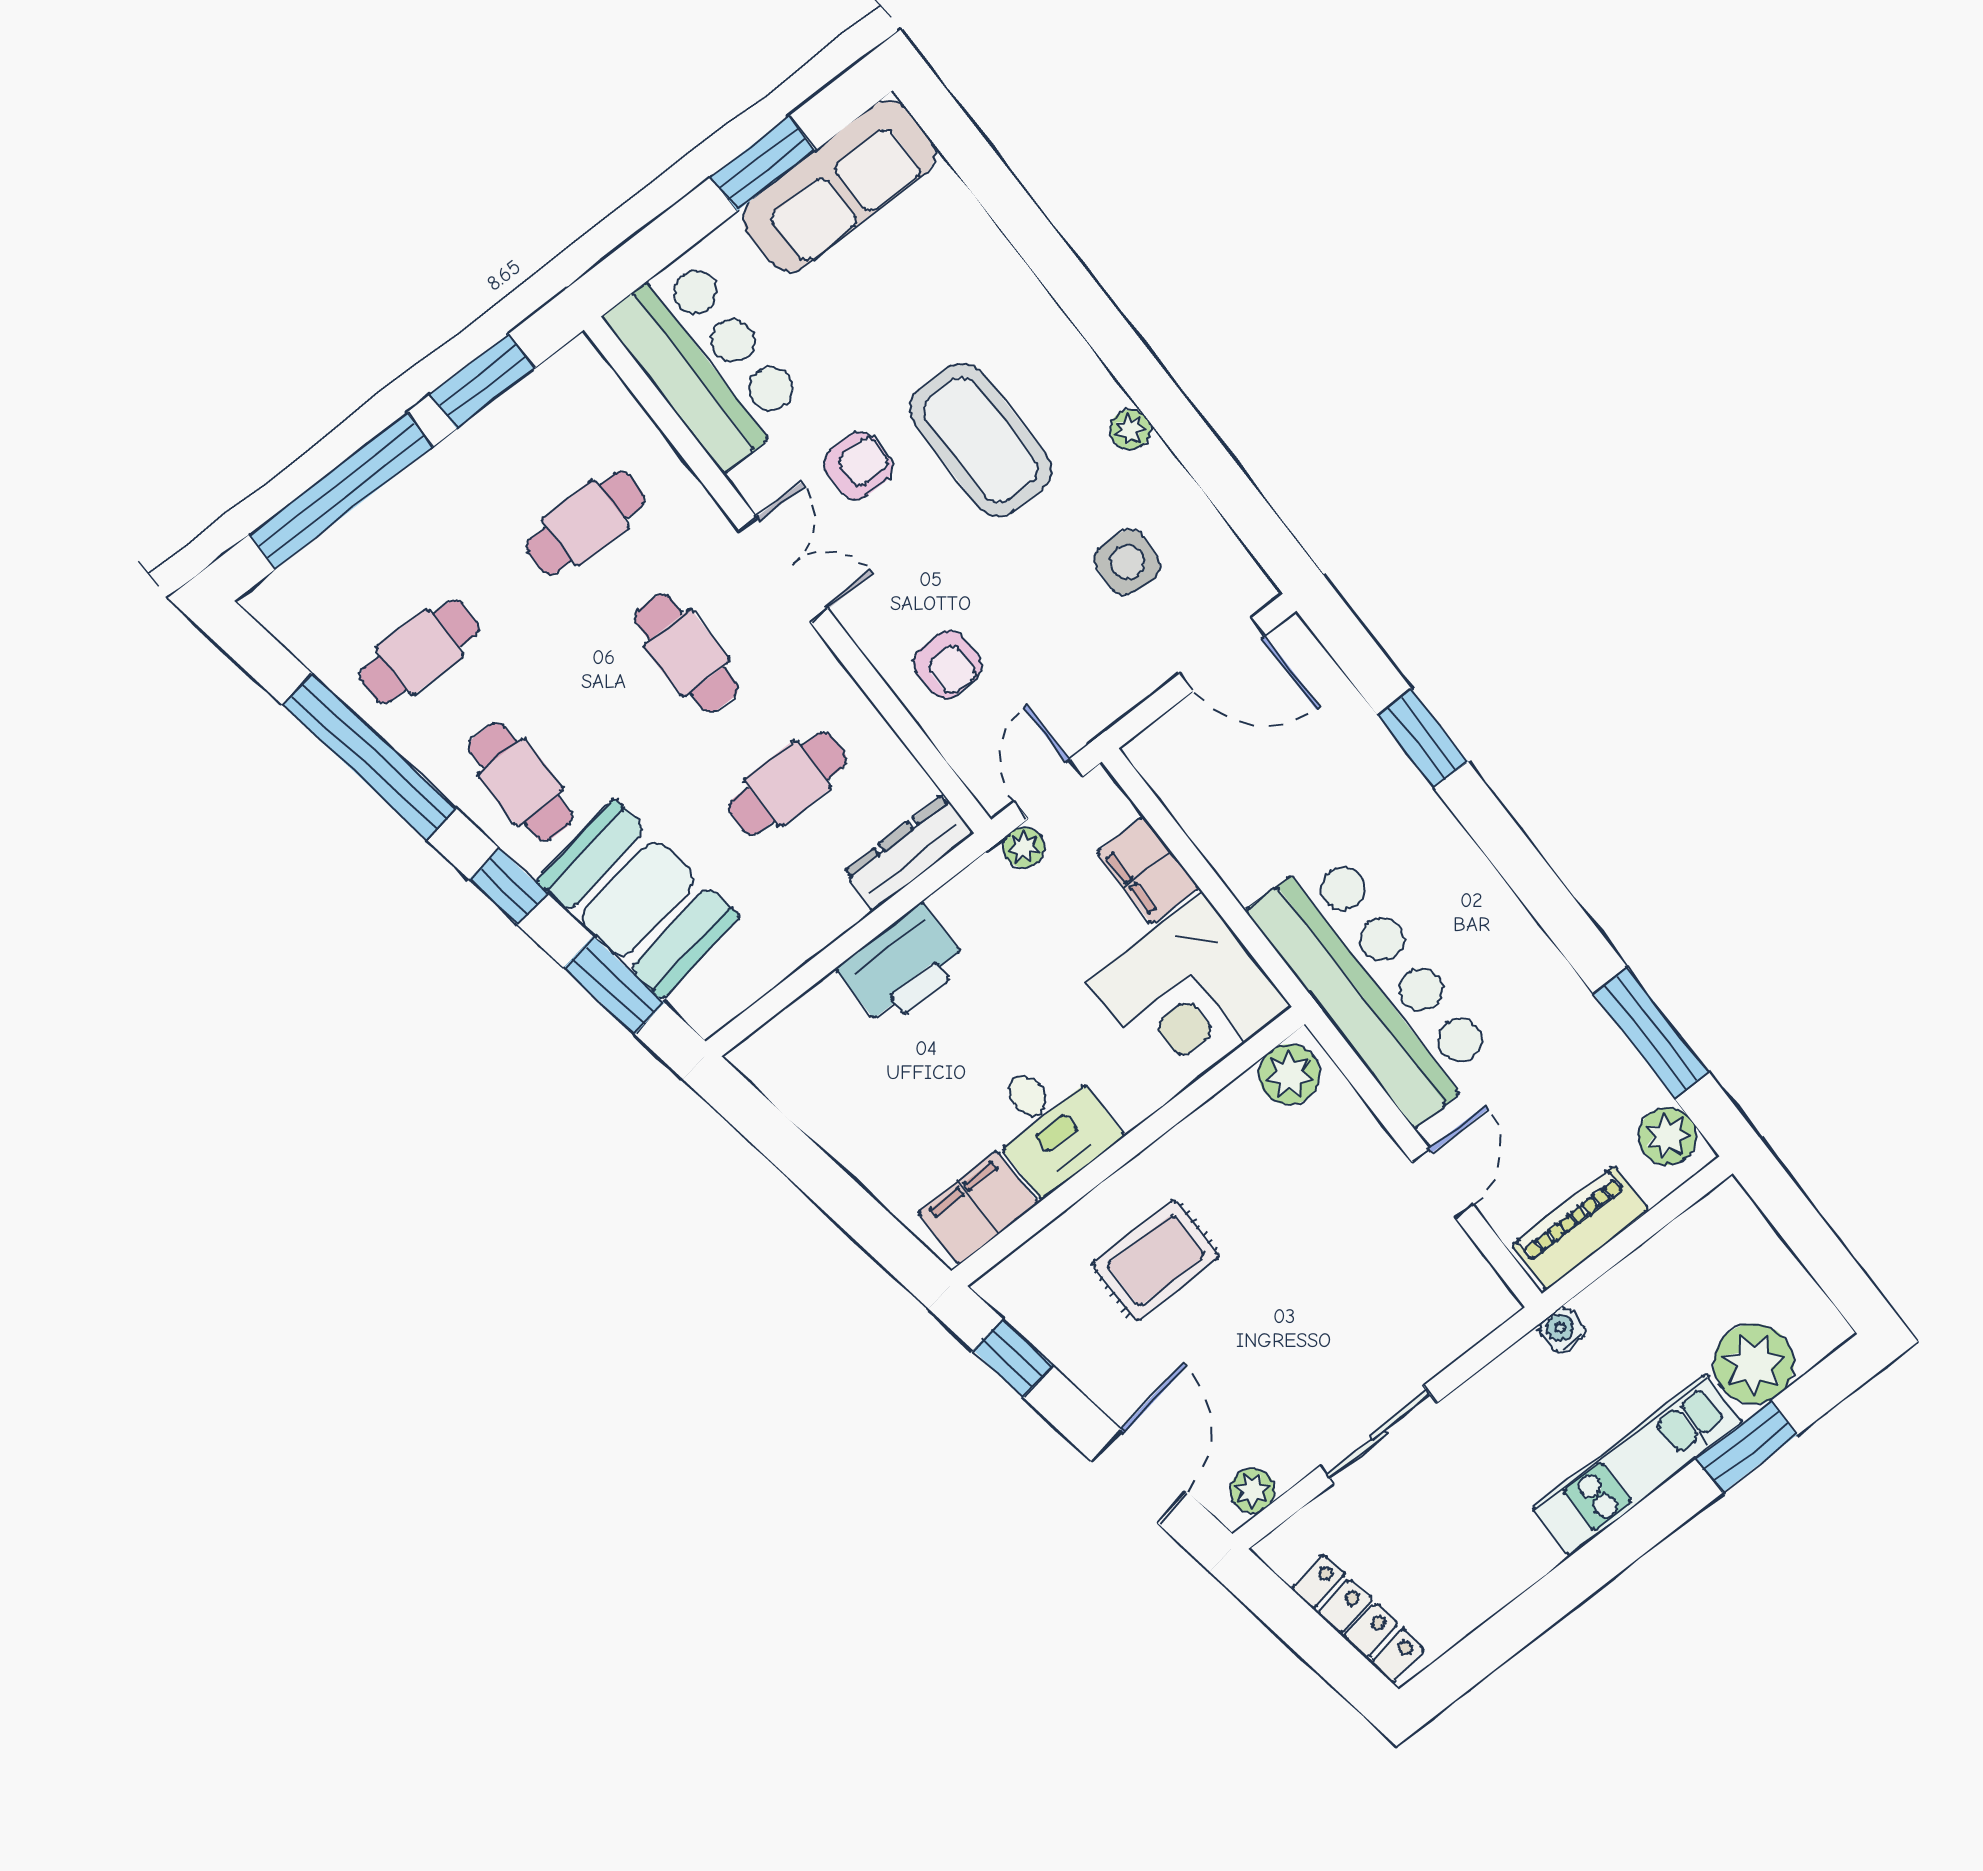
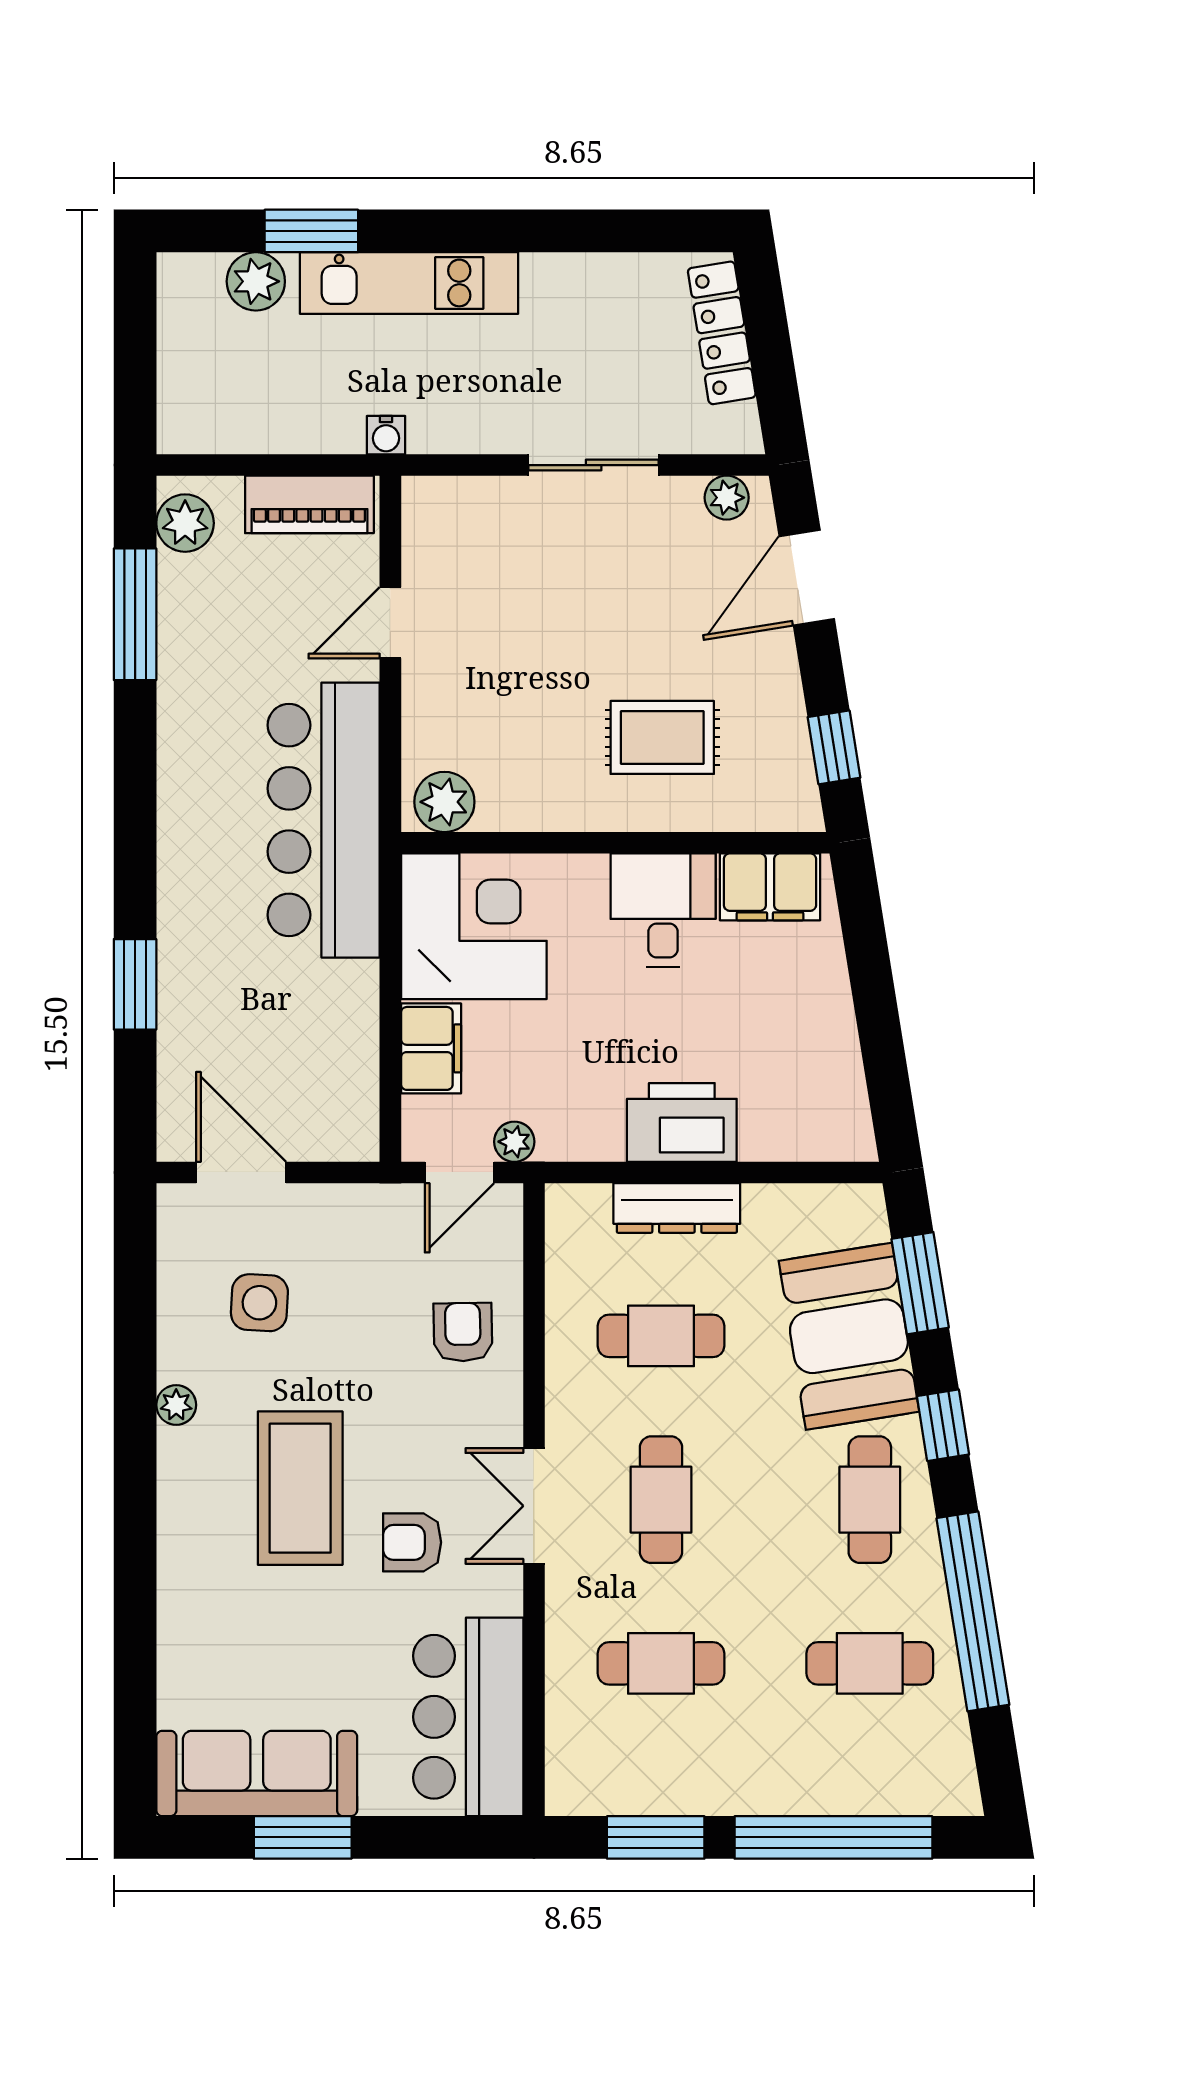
dresser: (909, 853) -> (677, 1208), moved
plant: (1754, 1364) -> (256, 281), width x0.73, depth x0.73

